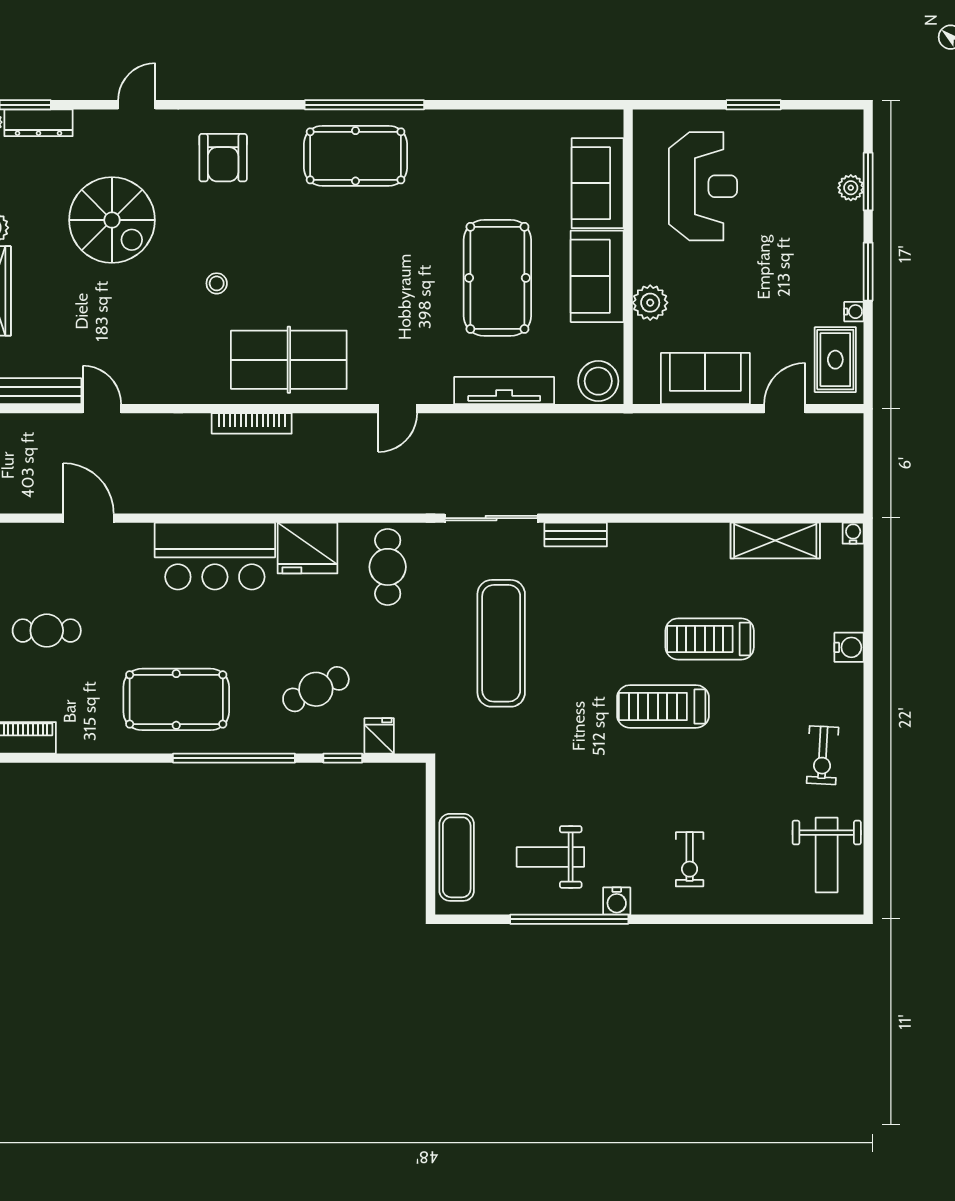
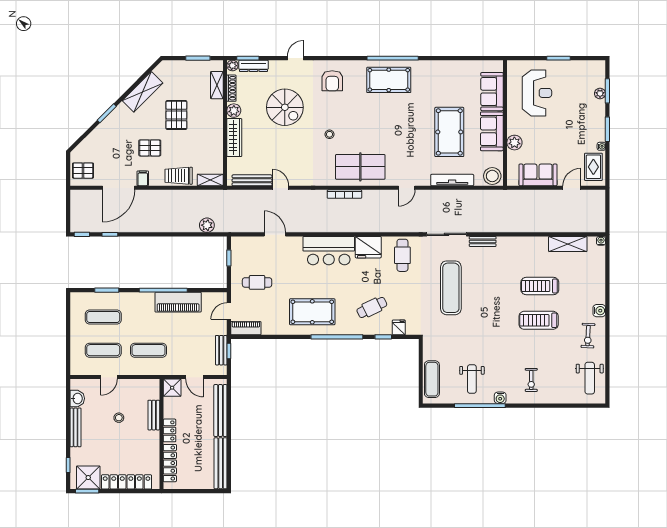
water cooler: (849, 647) -> (599, 311), moved
treadmill: (663, 706) -> (539, 320), moved
weight bench: (550, 857) -> (472, 379), turned -90

